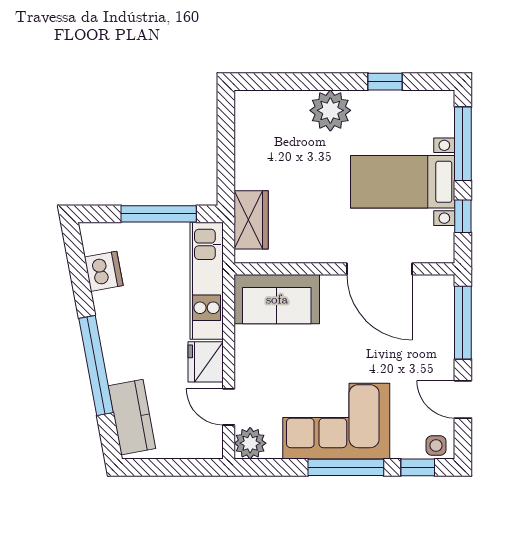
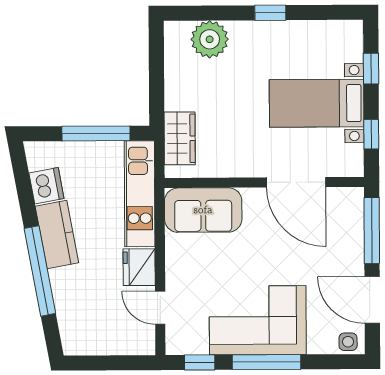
window: (385, 82) -> (270, 13), moved
plant: (330, 110) -> (210, 39), moved
window: (463, 144) -> (371, 69), width x0.46
door: (463, 399) -> (372, 300), width x1.38
kitchen counter: (132, 417) -> (57, 235), moved
plant: (250, 443) -> (180, 341), removed
window: (418, 467) -> (200, 362), moved

